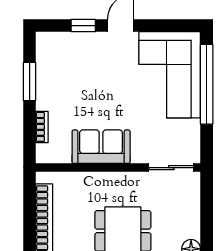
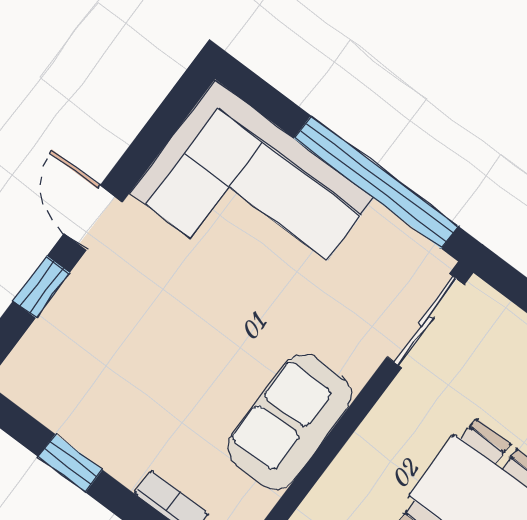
window: (30, 81) -> (70, 463), width x0.67
window: (207, 84) -> (376, 182), moved

